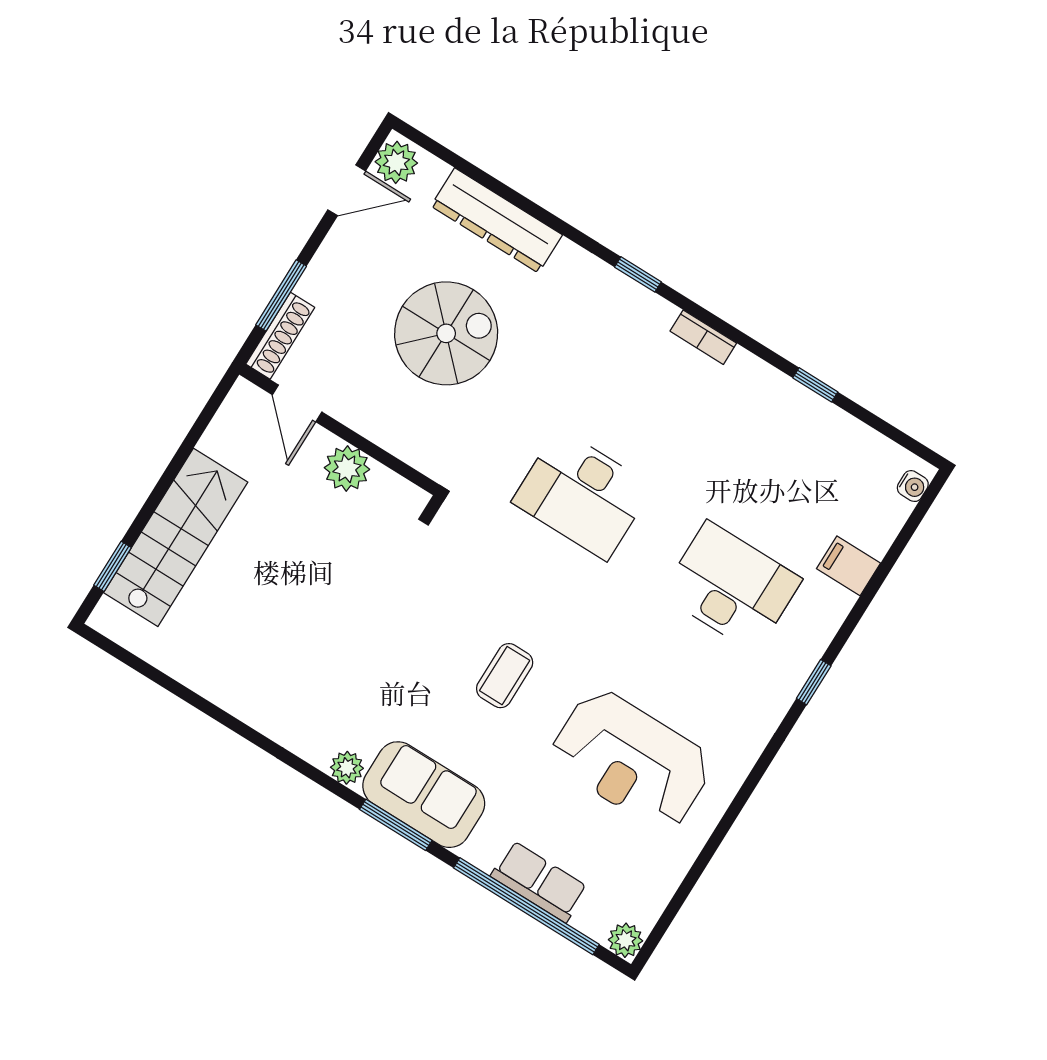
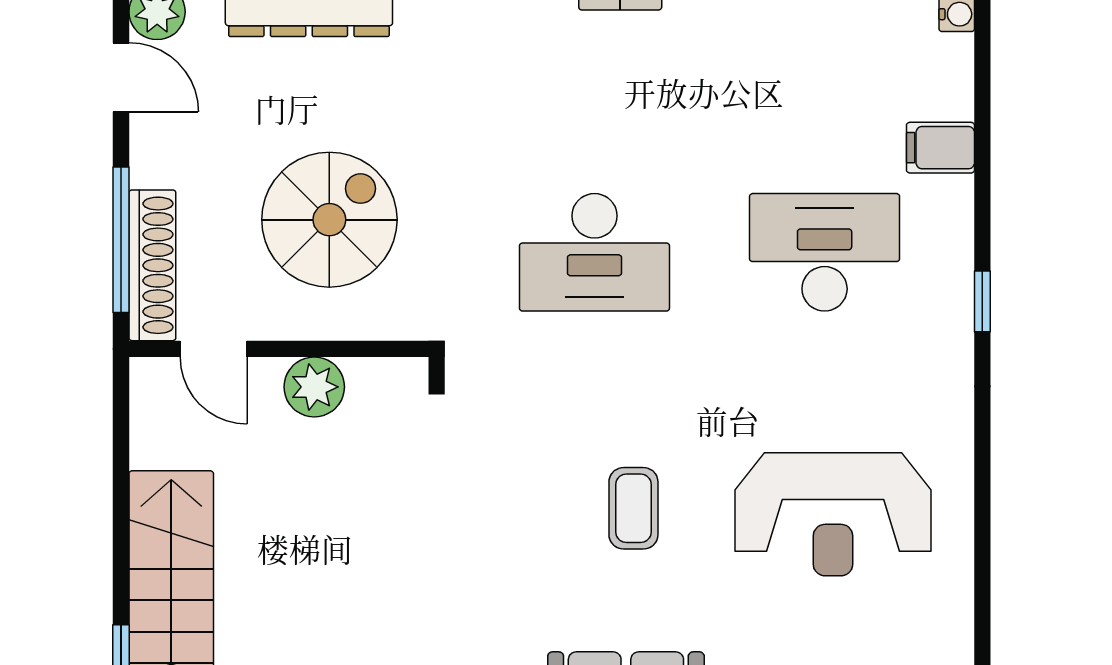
door: (347, 190) -> (121, 77), hinge flipped
window: (281, 295) -> (121, 240), width x1.44
spiral stairs: (446, 333) -> (329, 220), moved
shoe rack: (280, 336) -> (152, 265), width x1.36, depth x1.24

